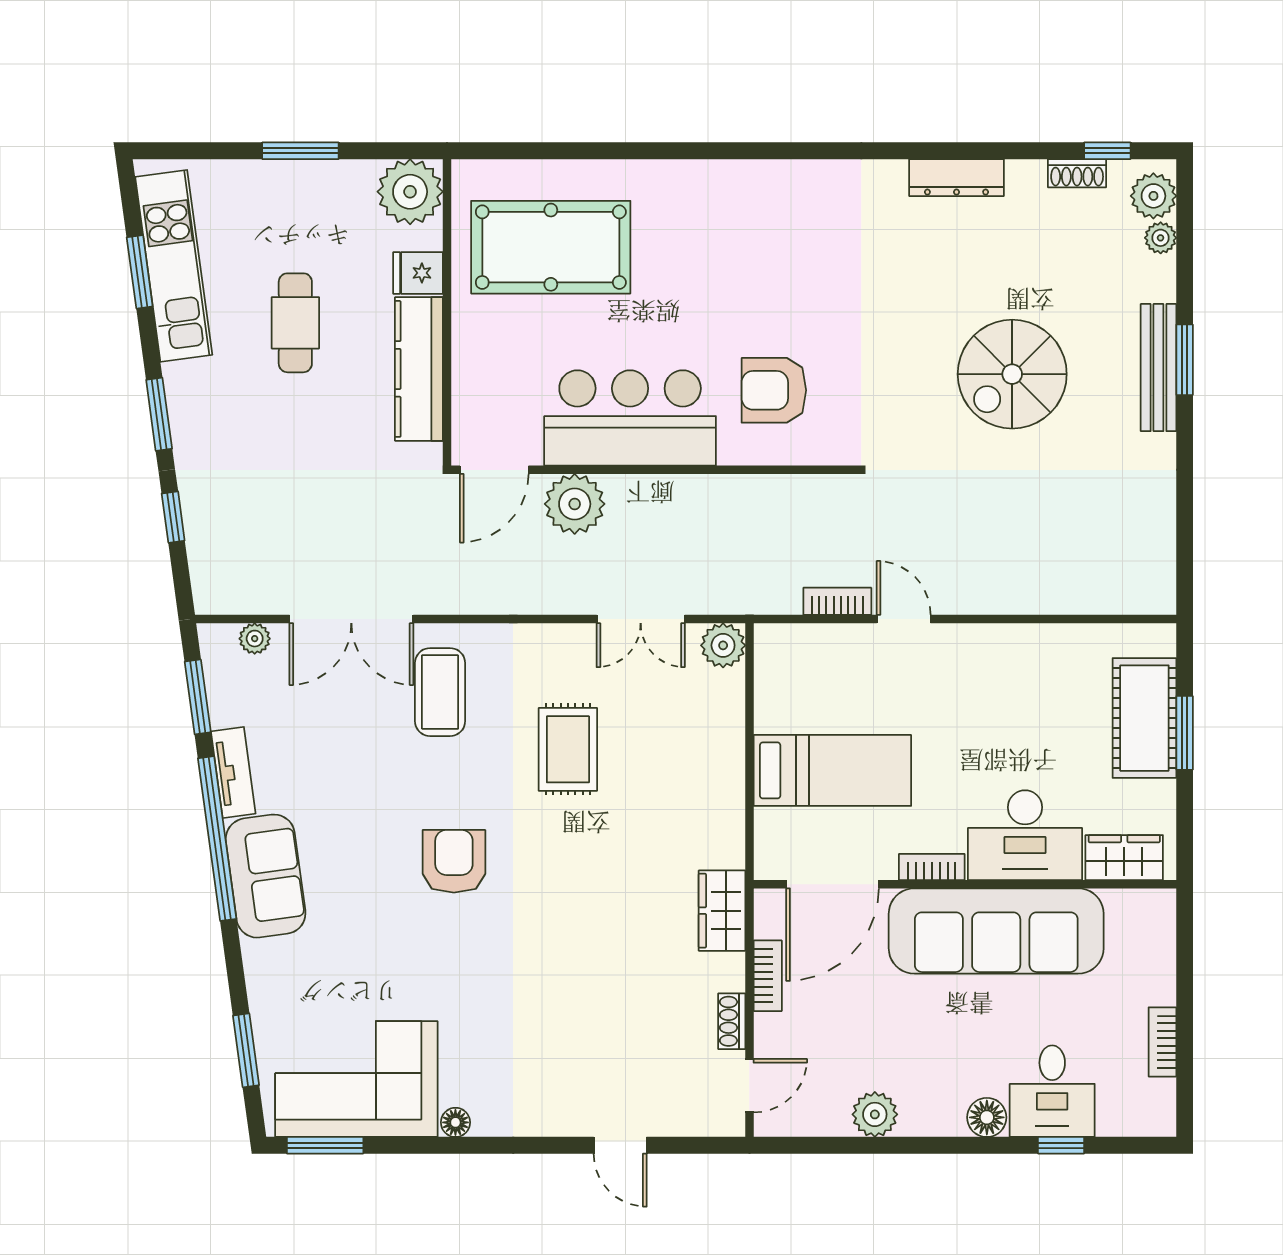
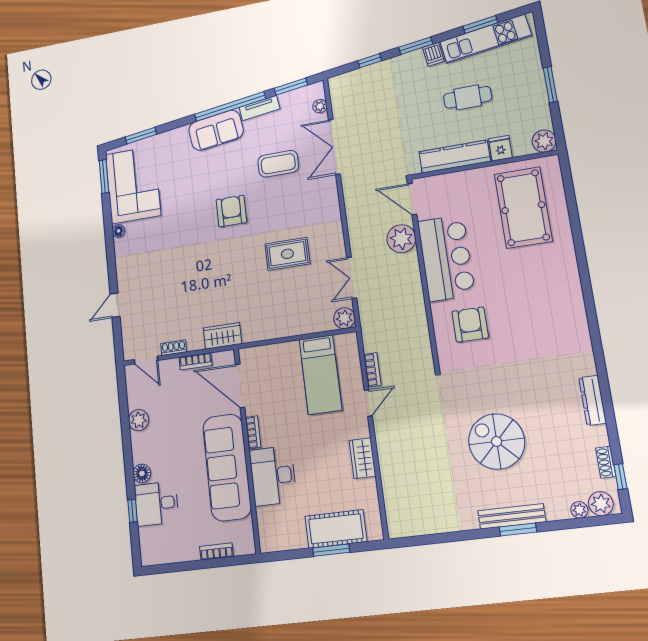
plant: (410, 192) -> (544, 141), width x0.73, depth x0.73
dishwasher: (186, 380) -> (433, 54), added
coffee table: (440, 692) -> (278, 164), moved
bed: (832, 770) -> (320, 375), moved
wardrobe: (1124, 858) -> (362, 458), moved, turned 180
armchair: (454, 861) -> (231, 211), turned -90
bookcase: (1162, 1042) -> (216, 551), moved

